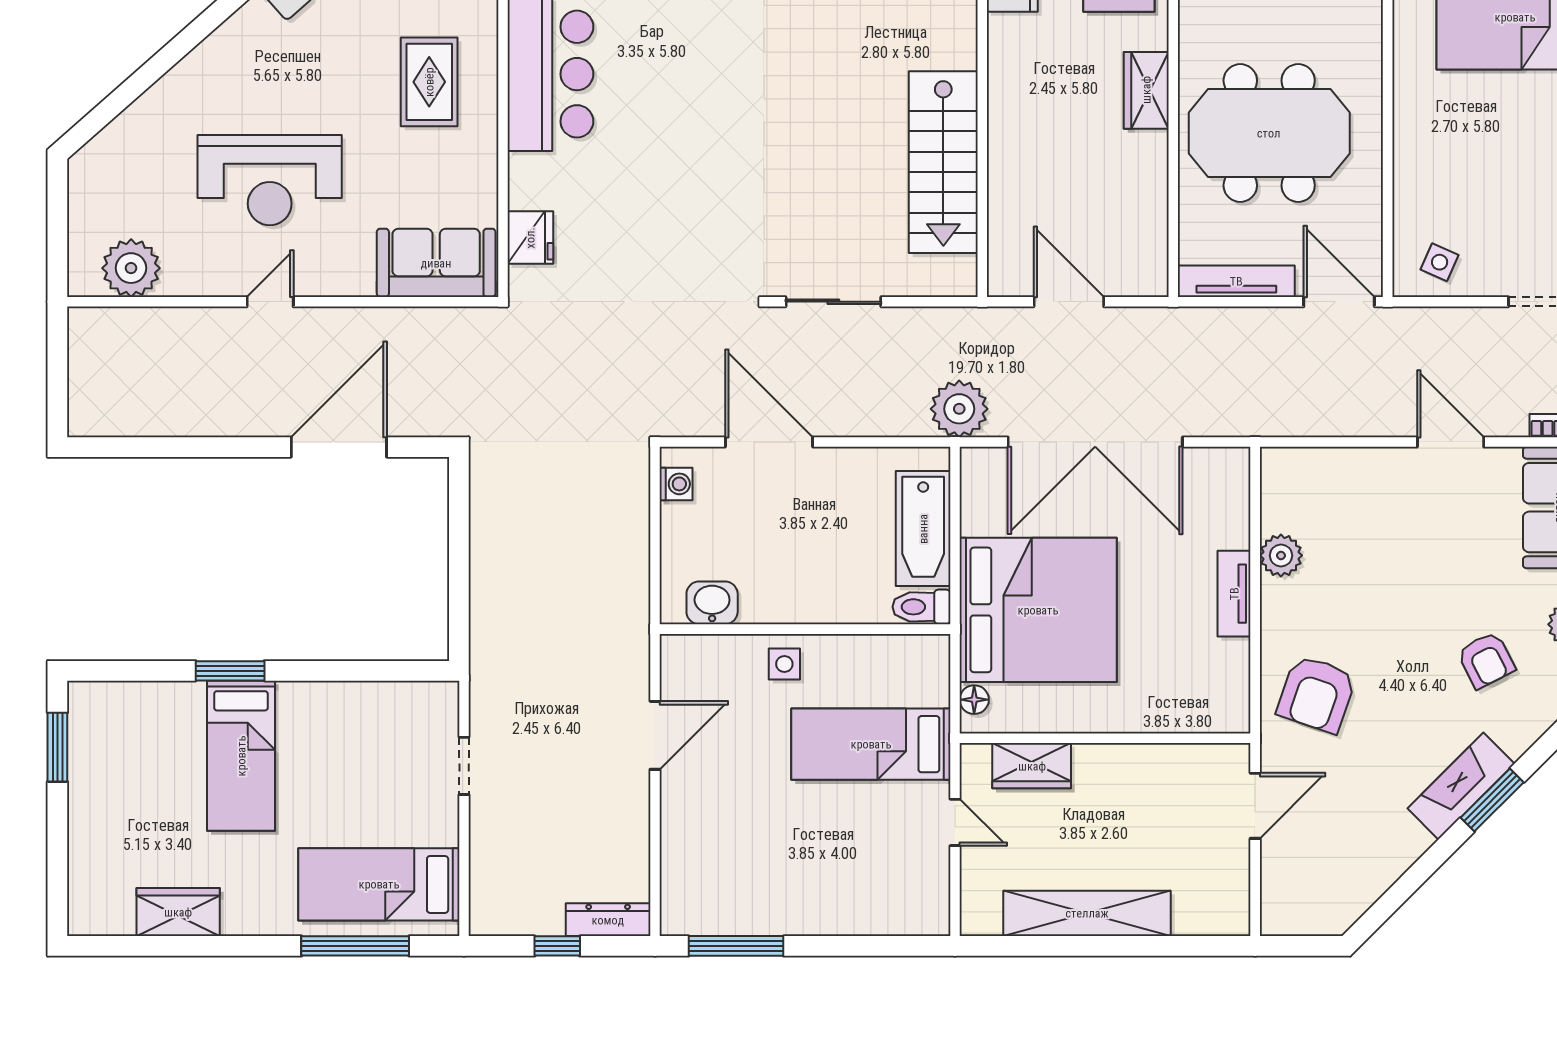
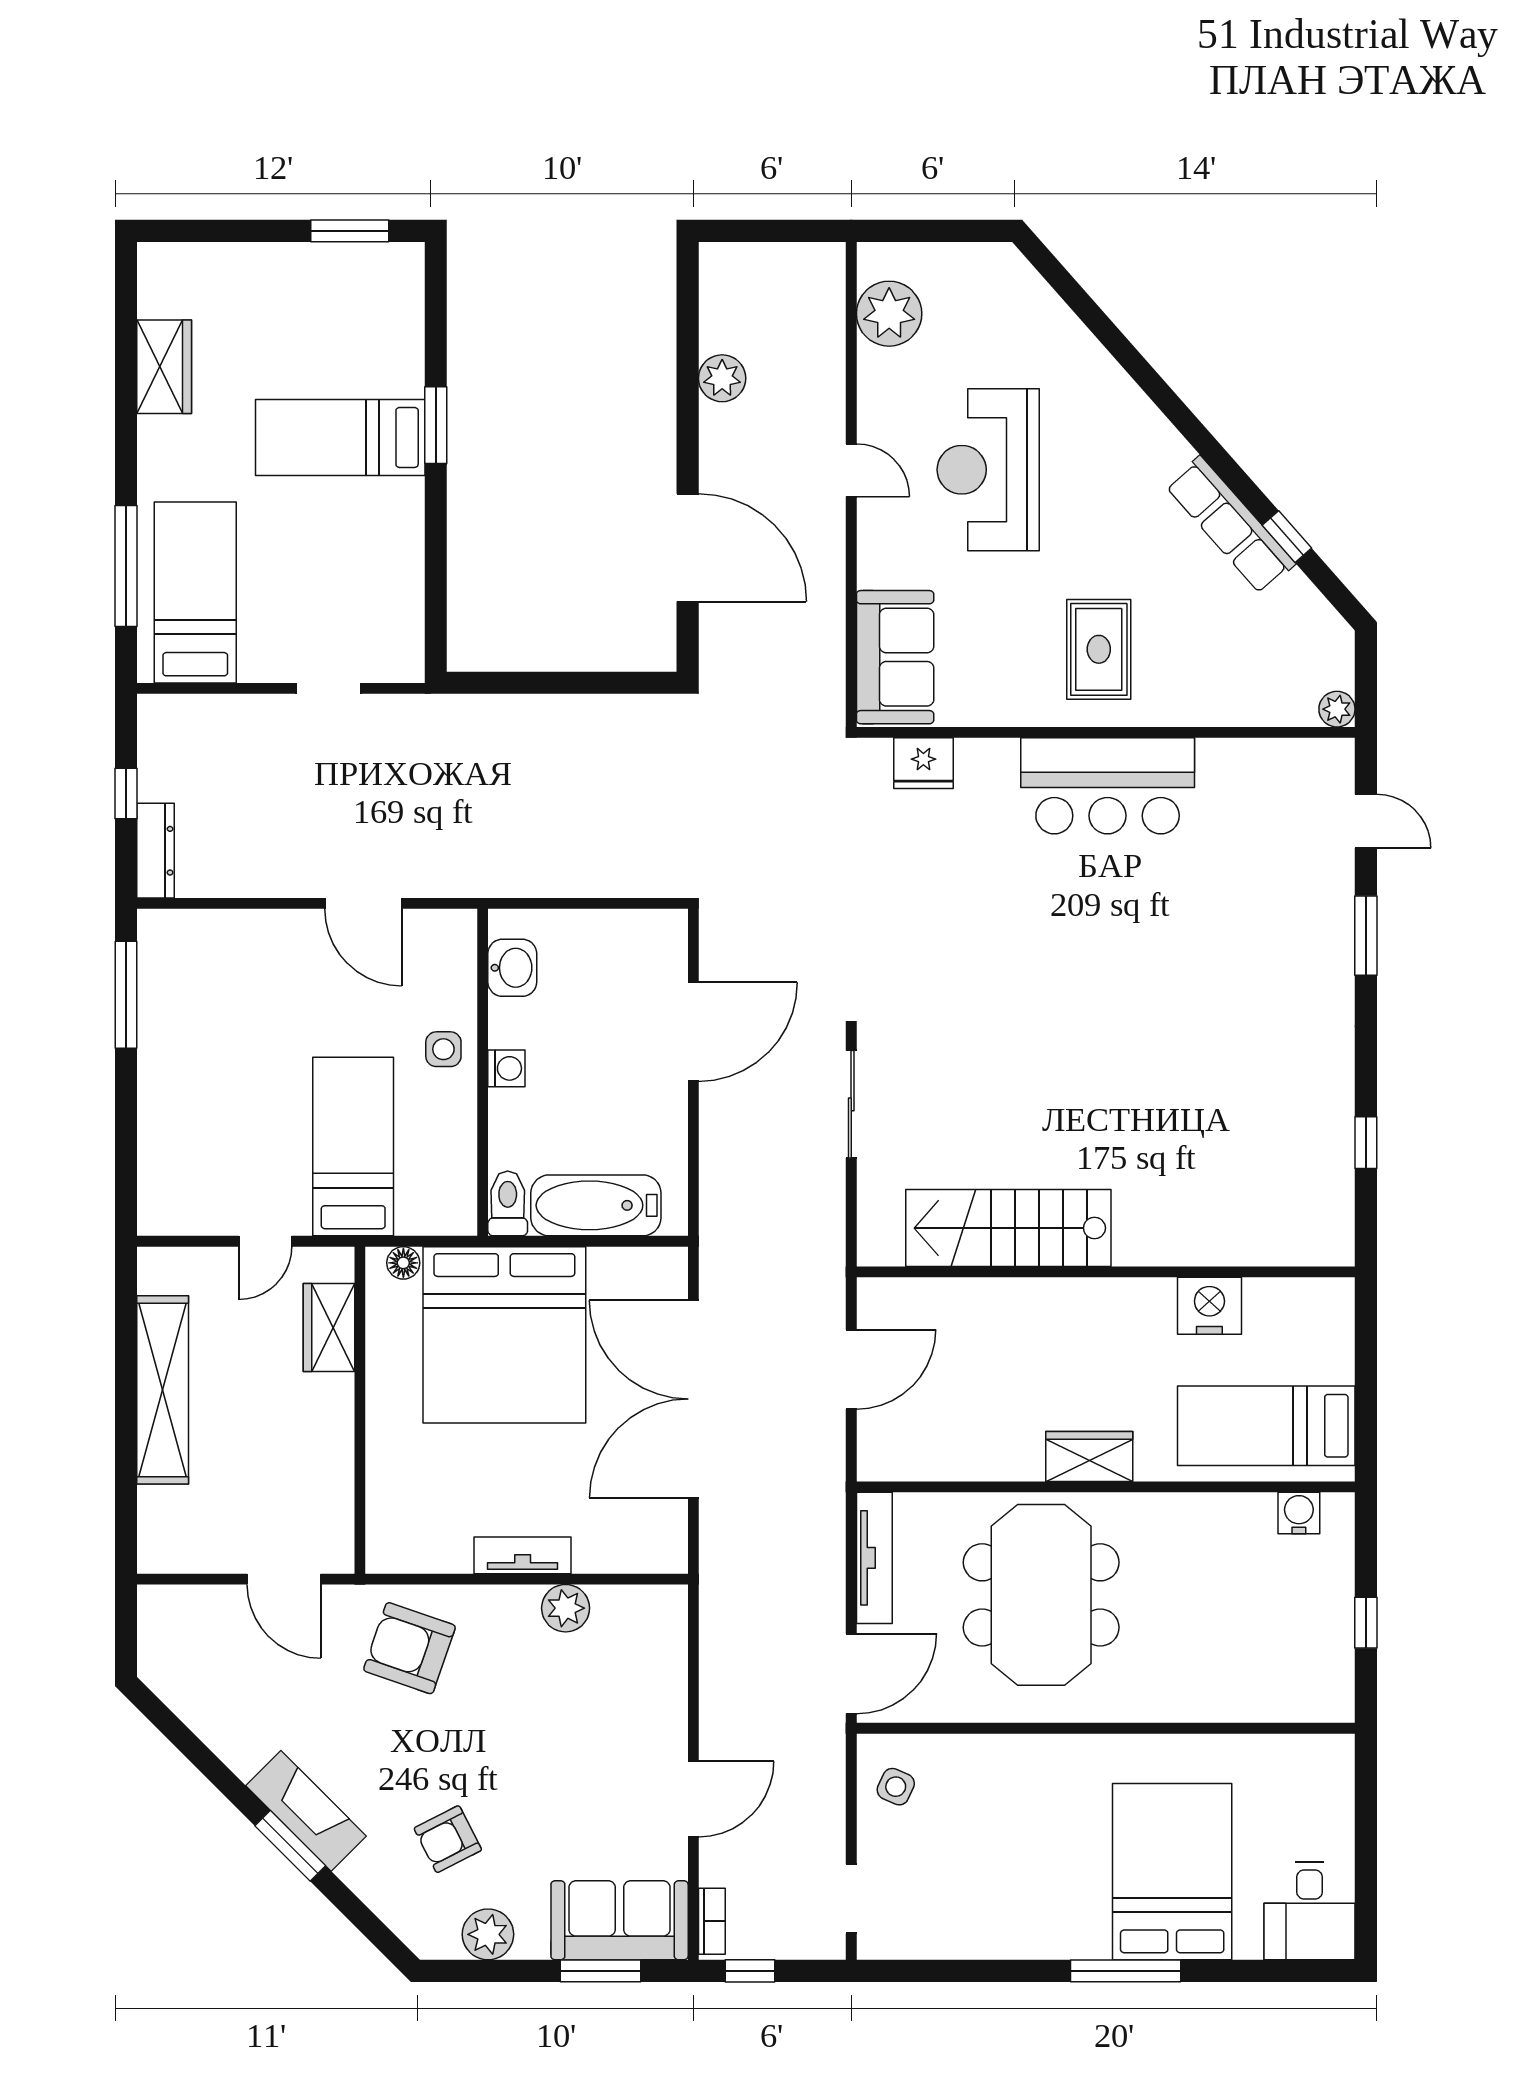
rug: (429, 82) -> (1099, 649), turned 90
plant: (959, 409) -> (722, 378), moved, width x0.73, depth x0.73
washing machine: (676, 484) -> (506, 1068), moved, turned -90

